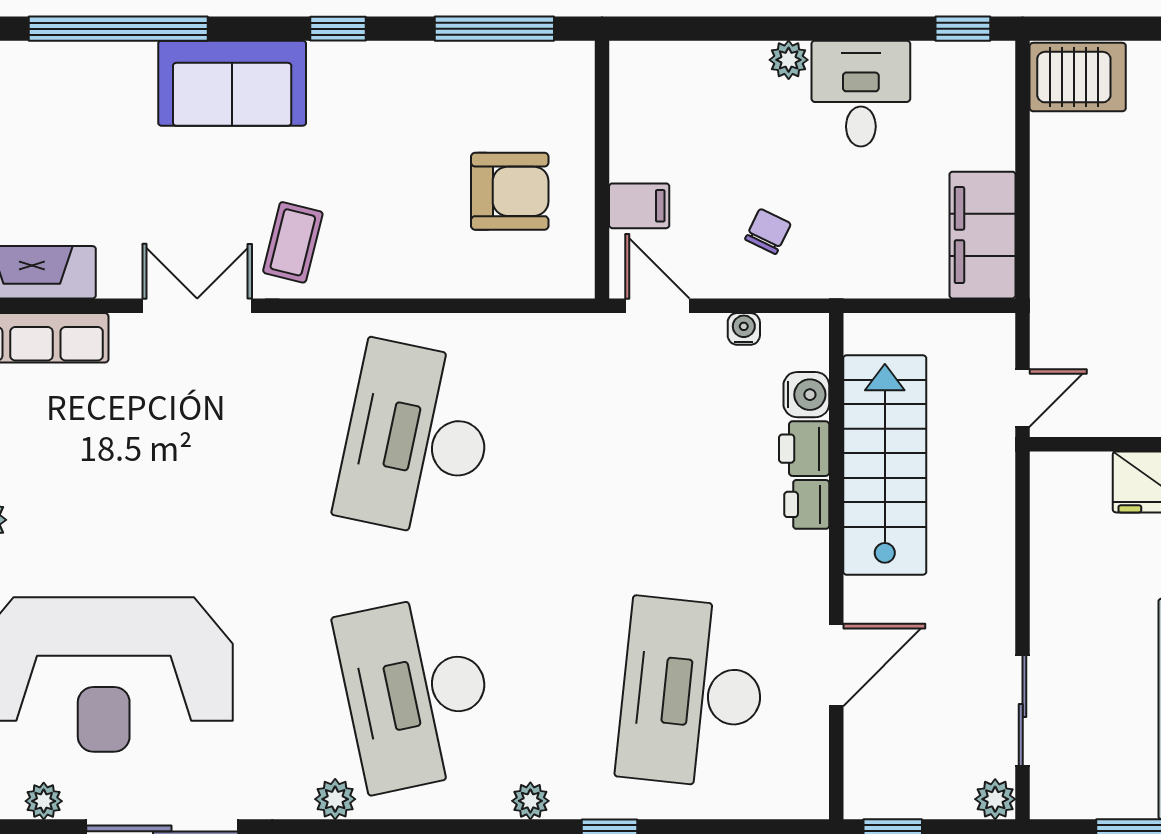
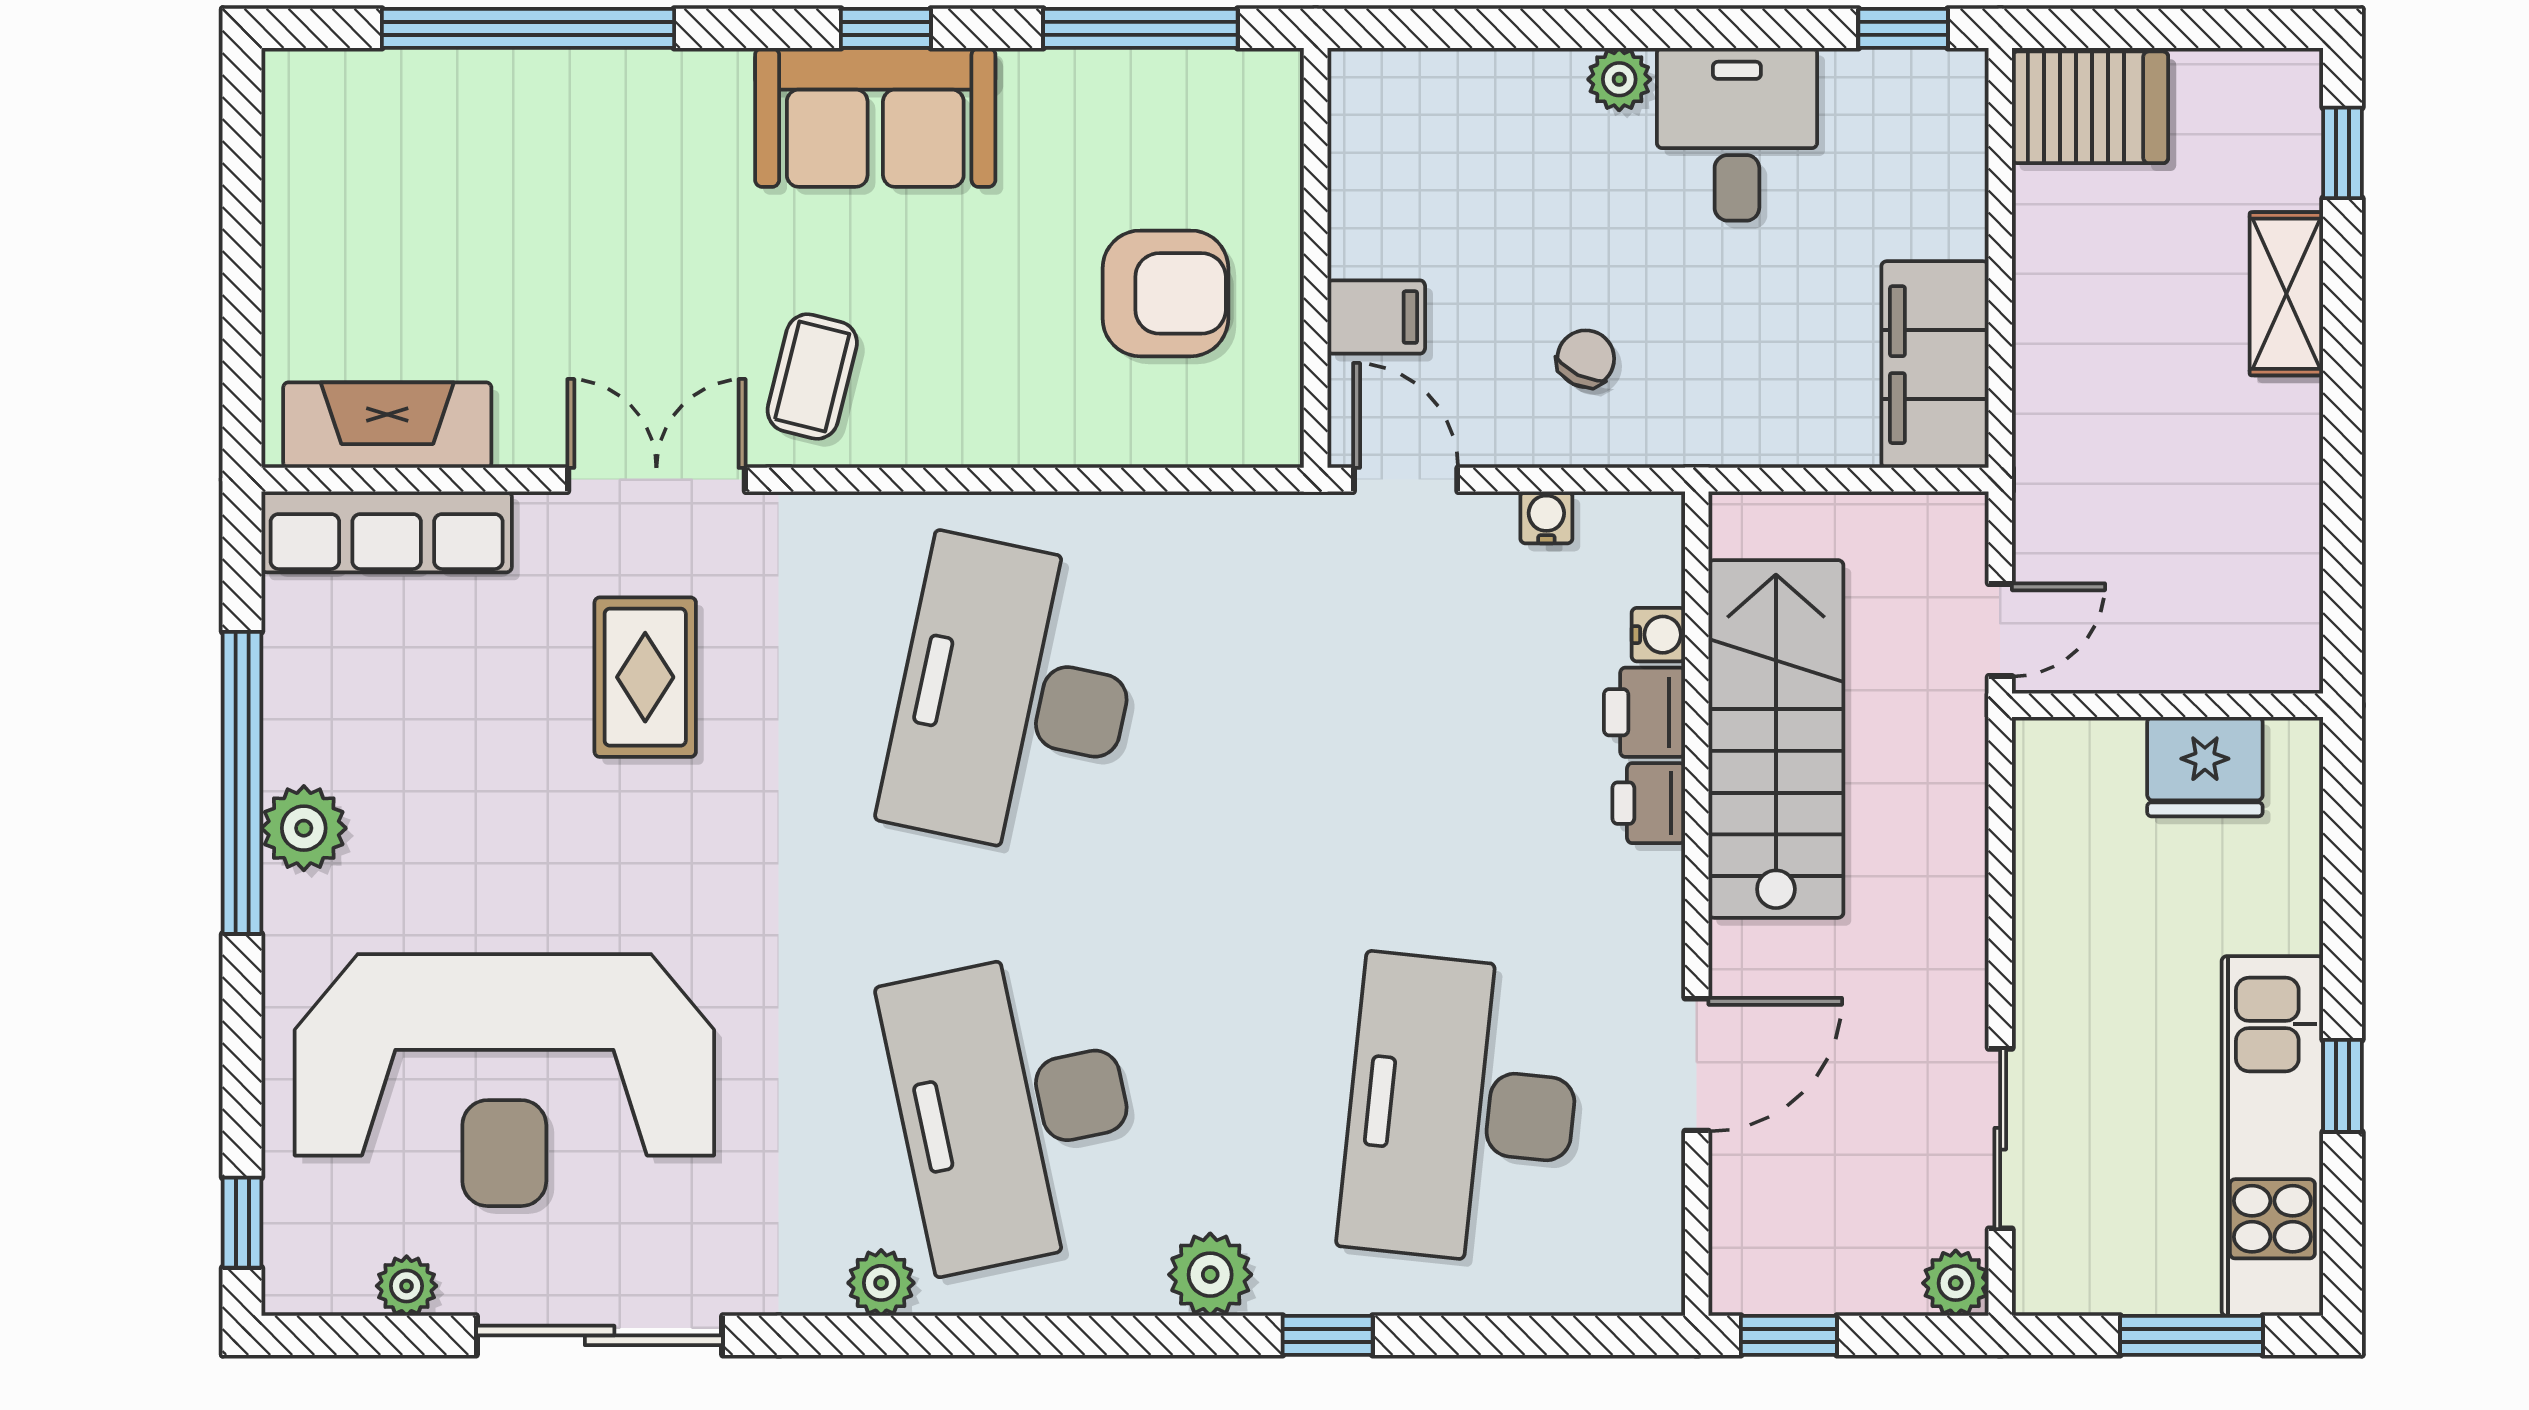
sofa: (232, 83) -> (875, 117), moved
water cooler: (806, 395) -> (1658, 635), width x0.72, depth x0.72
rug: (190, 427) -> (645, 677), added
plant: (530, 801) -> (1210, 1275), width x1.38, depth x1.38

